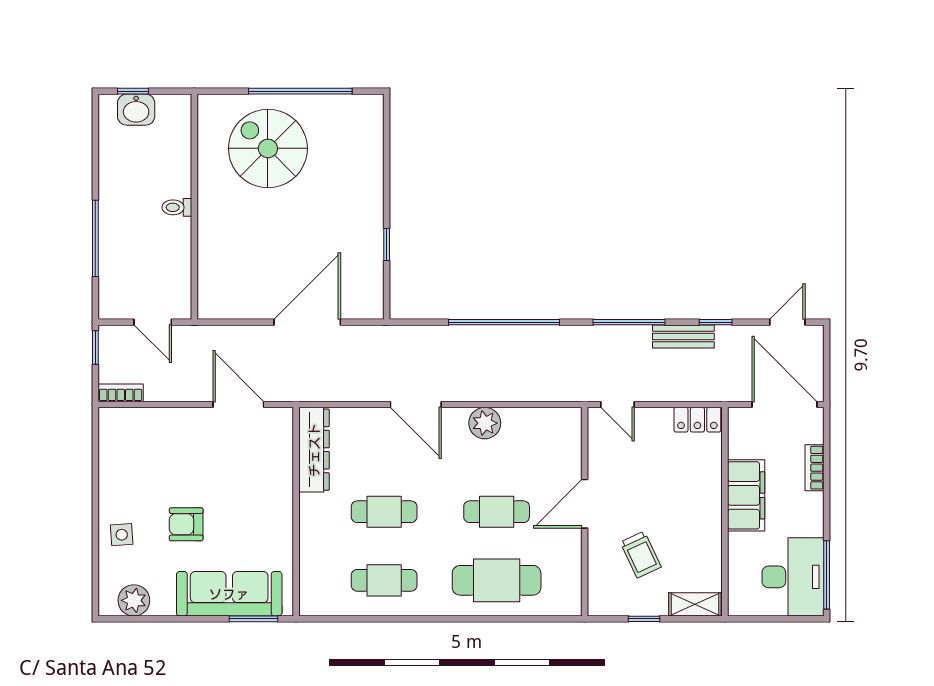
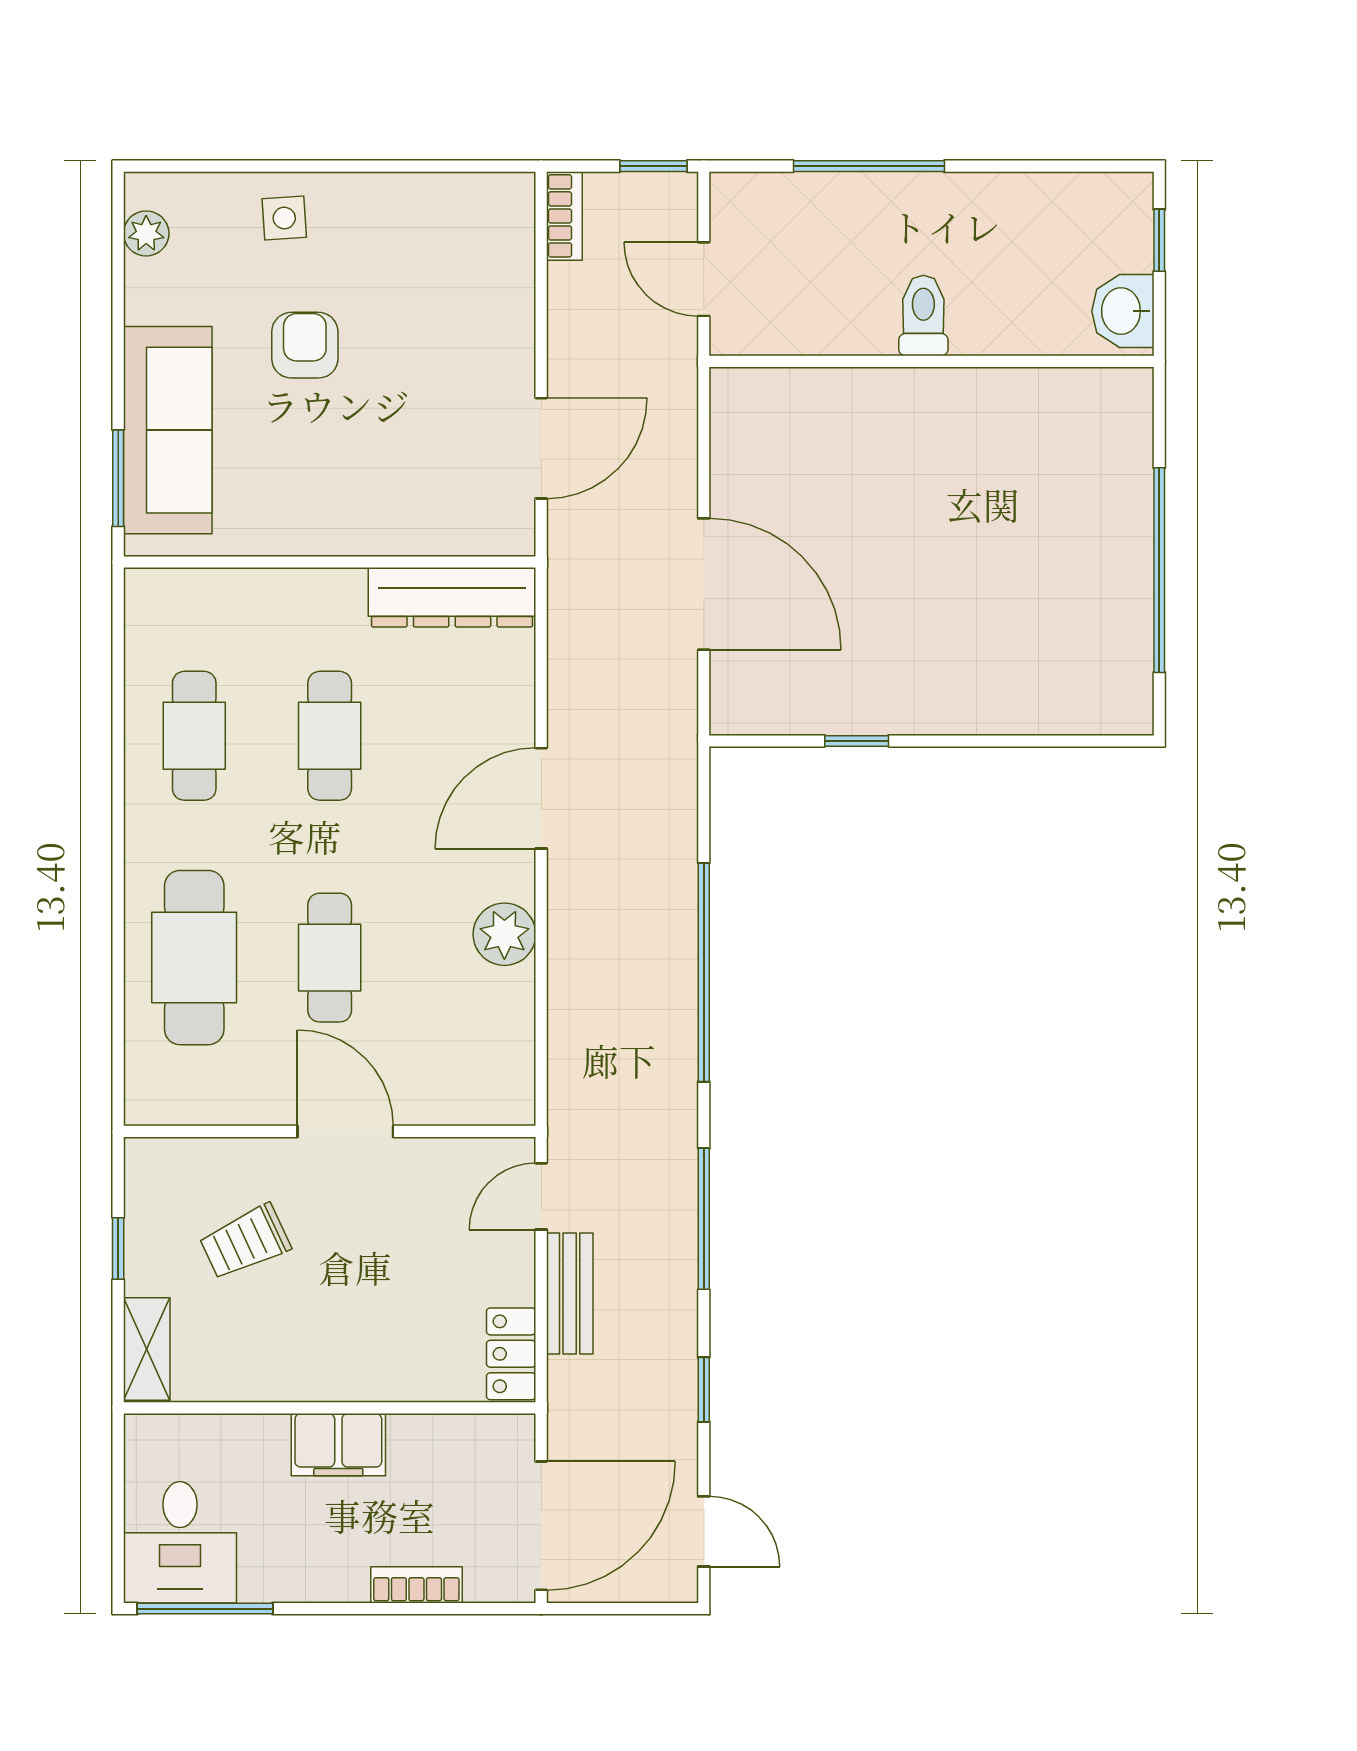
washbasin: (136, 110) -> (1123, 311), moved
spiral stairs: (268, 148) -> (1046, 507), removed
toilet: (177, 207) -> (923, 316), width x1.37, depth x1.39
door: (153, 322) -> (704, 279), hinge flipped
bench: (683, 337) -> (570, 1294), moved
filing cabinet: (746, 495) -> (338, 1445), width x0.67, depth x0.86
desk: (793, 577) -> (180, 1542), width x0.73
plant: (134, 600) -> (146, 233), width x0.73, depth x0.73

